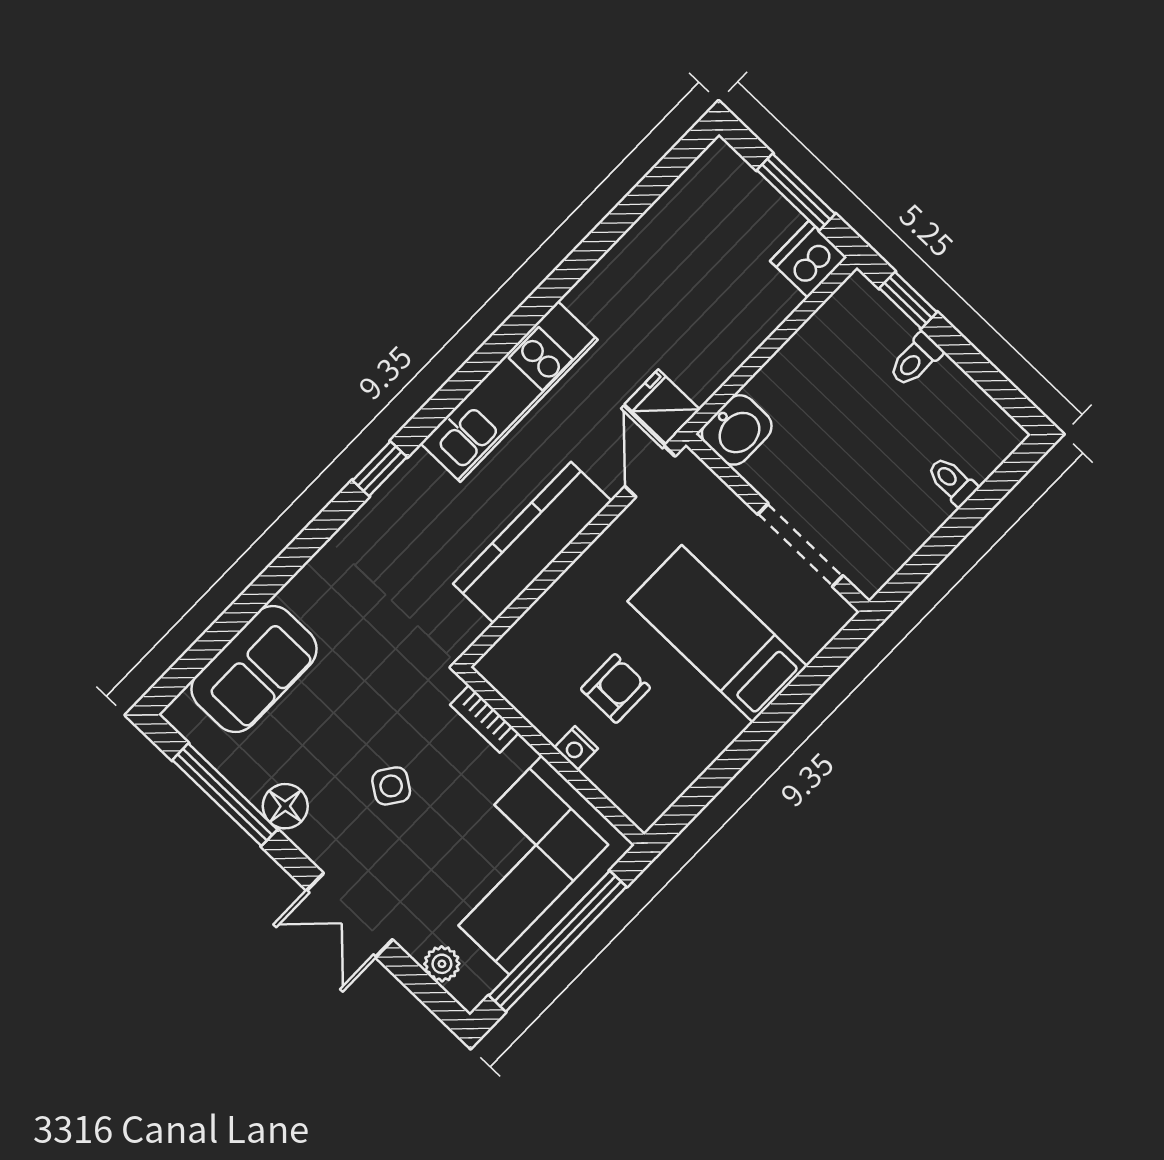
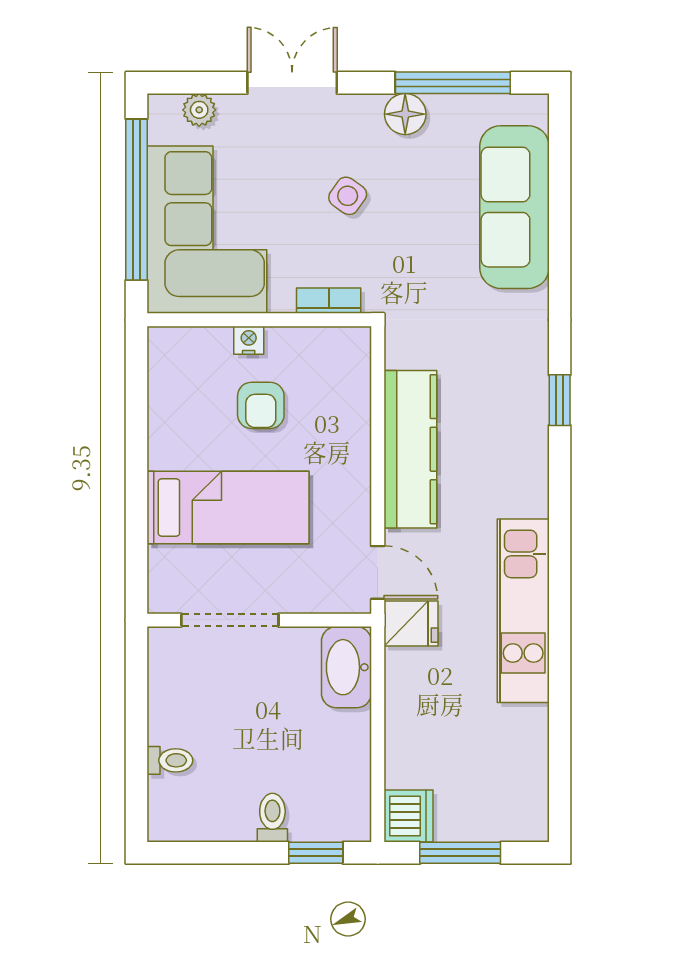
kitchen unit: (509, 392) -> (523, 611), moved
washbasin: (737, 430) -> (346, 667), width x1.38
sofa: (254, 669) -> (514, 207), width x1.36

